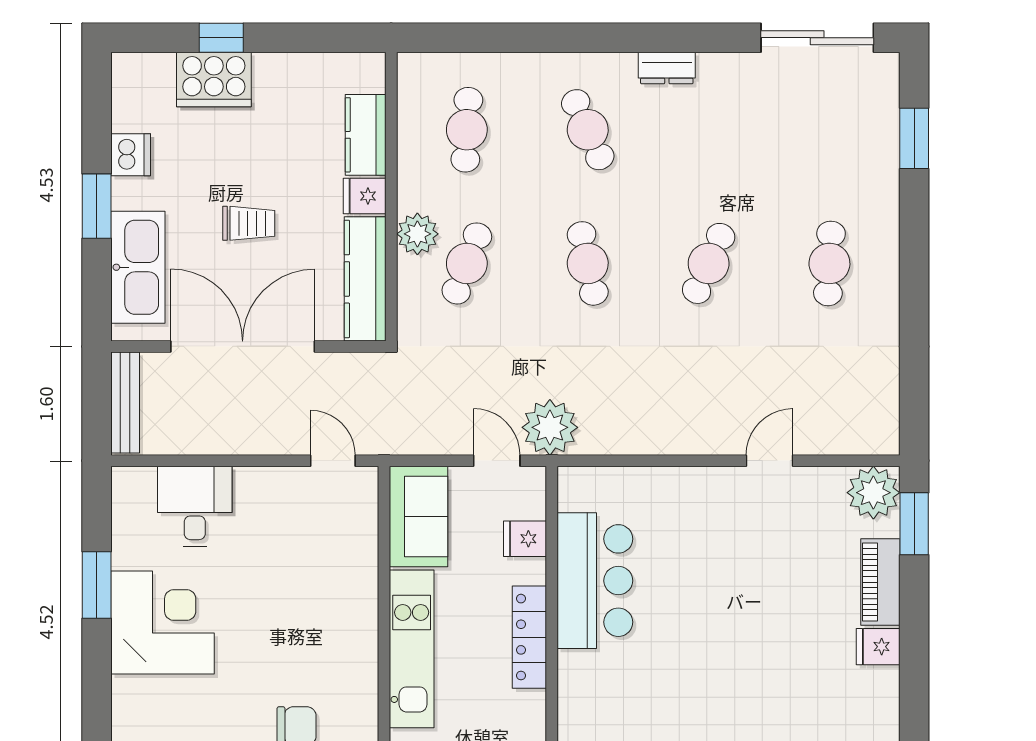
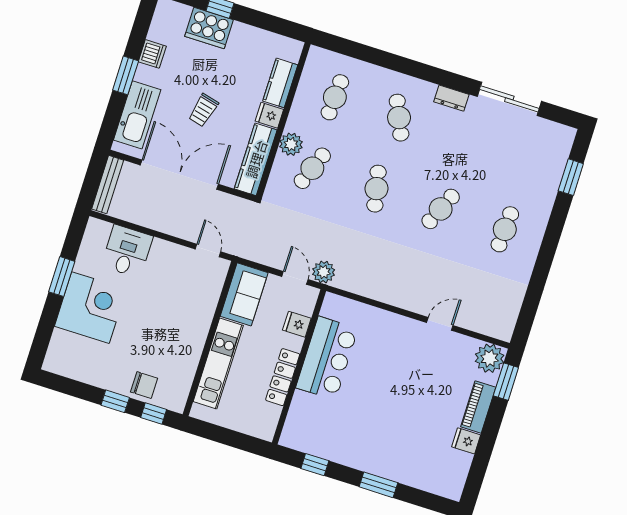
sliding door: (817, 38) -> (509, 99), moved
trolley: (249, 223) -> (203, 110), turned 104
plant: (550, 427) -> (324, 272), width x0.73, depth x0.73

